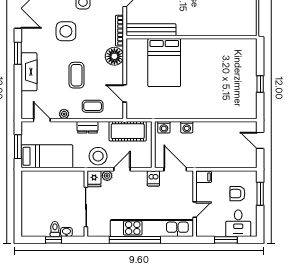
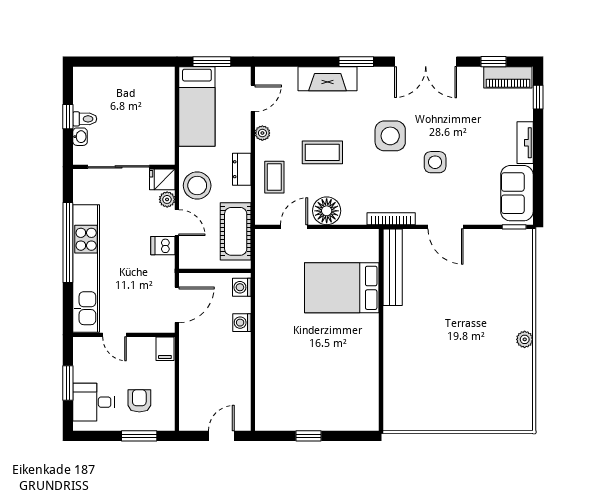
floor lamp: (114, 56) -> (327, 211), moved
dishwasher: (153, 178) -> (163, 246), moved

